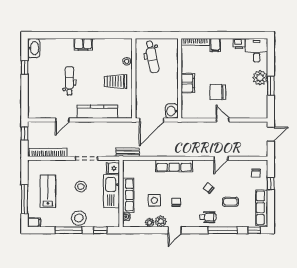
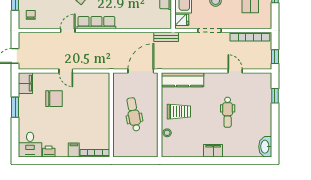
dental chair: (152, 57) -> (134, 114), moved
window: (25, 67) -> (275, 96), moved
plant: (260, 78) -> (26, 116), removed
filing cabinet: (188, 83) -> (25, 83), moved, turned 180
chair: (218, 92) -> (54, 99), moved
washbasin: (172, 111) -> (120, 80), removed
kitchen counter: (97, 112) -> (183, 80), moved
door: (62, 120) -> (235, 71), hinge flipped
row of seats: (174, 166) -> (96, 23), moved

